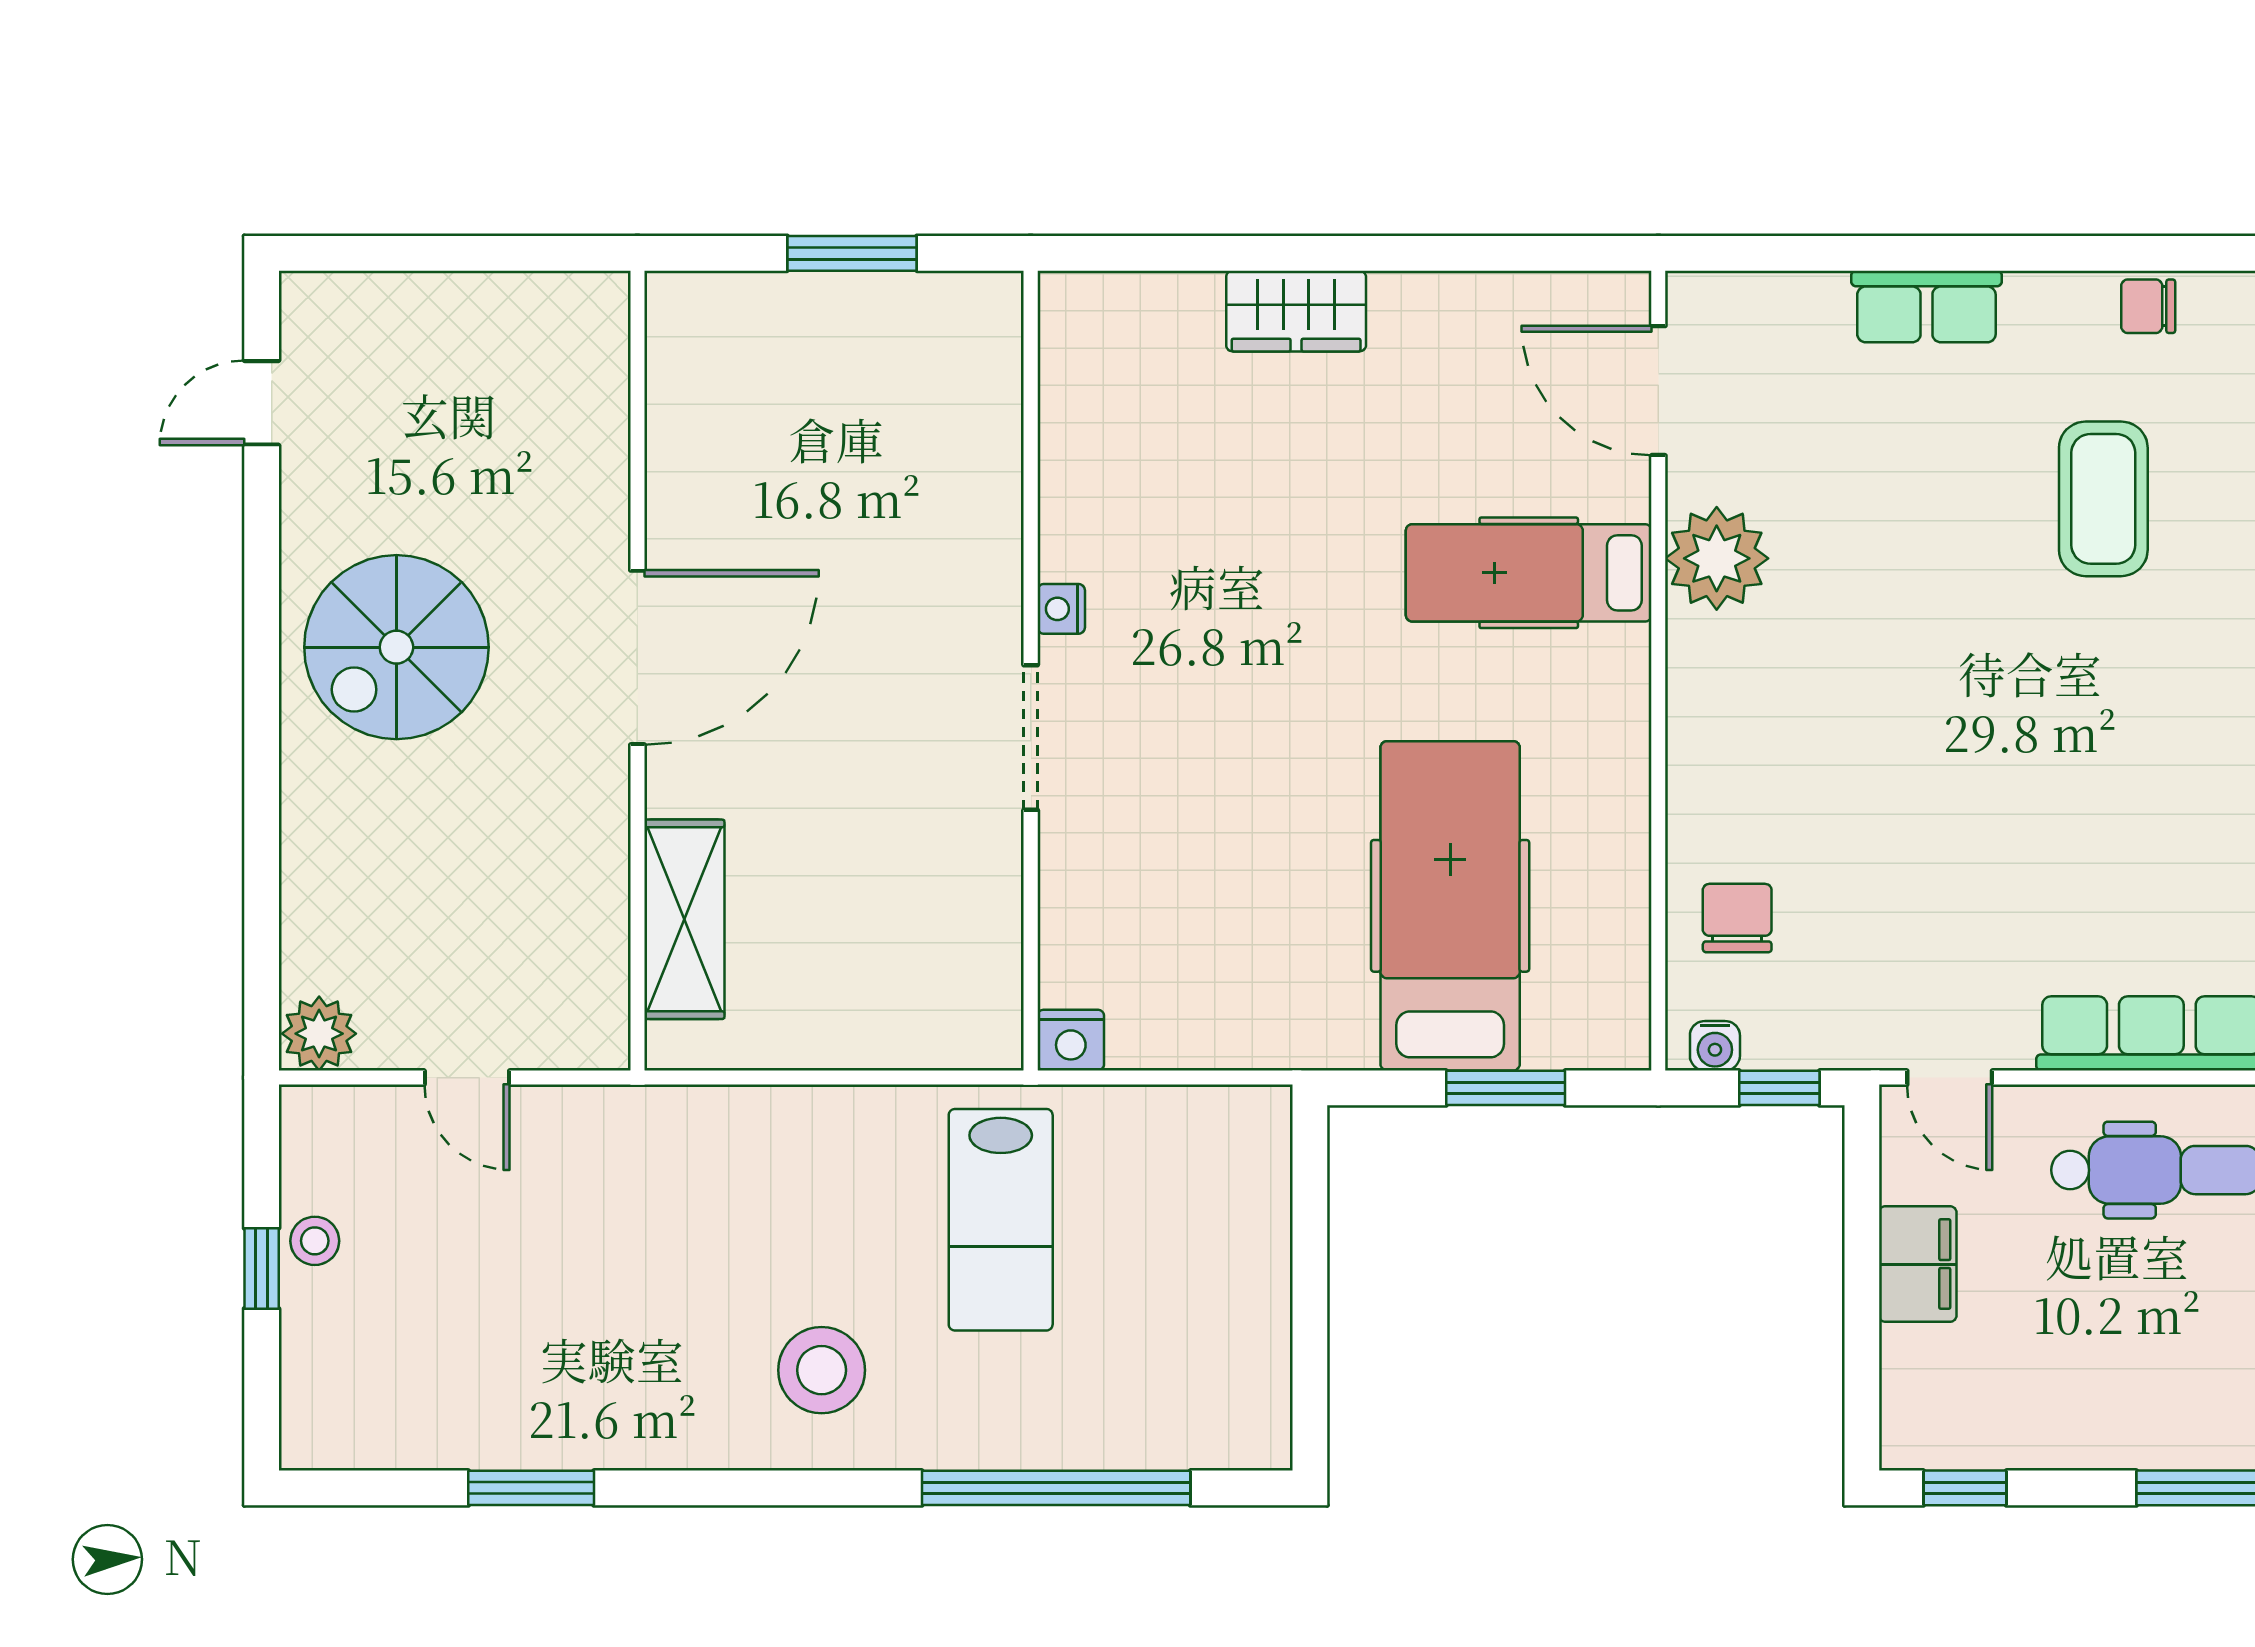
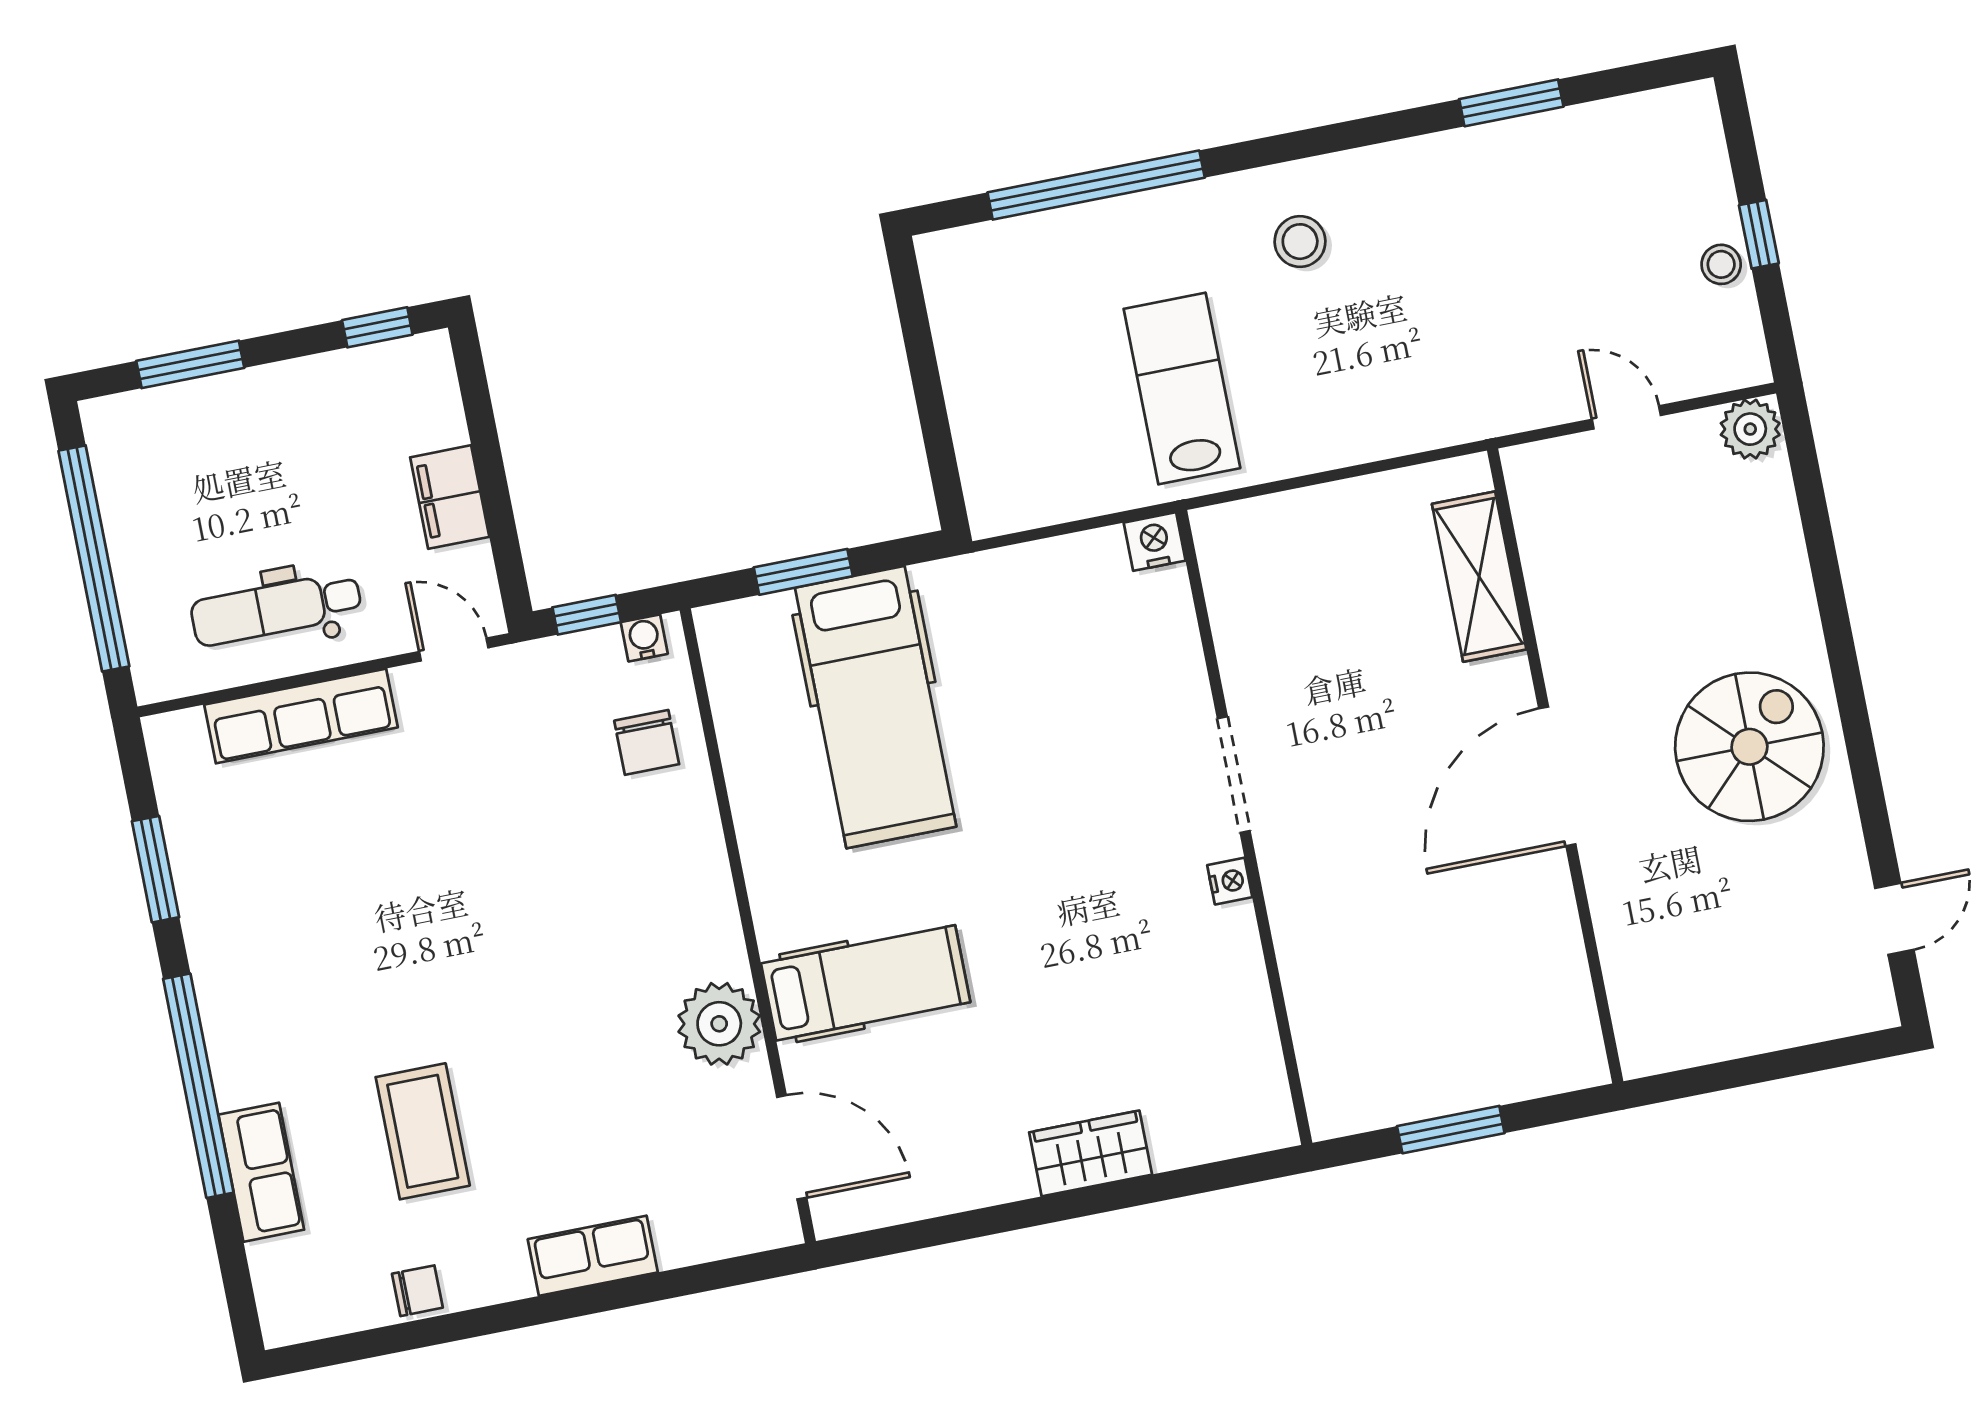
stool: (822, 1370) -> (1300, 242), width x0.73, depth x0.73

